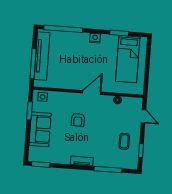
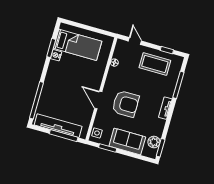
nightstand: (95, 38) -> (56, 55), moved
door: (92, 93) -> (98, 100), moved
door: (144, 116) -> (135, 41), hinge flipped
armchair: (78, 120) -> (126, 104), width x1.88, depth x1.88
coffee table: (124, 141) -> (155, 64), width x1.86, depth x1.72
plant: (45, 156) -> (154, 142), added

